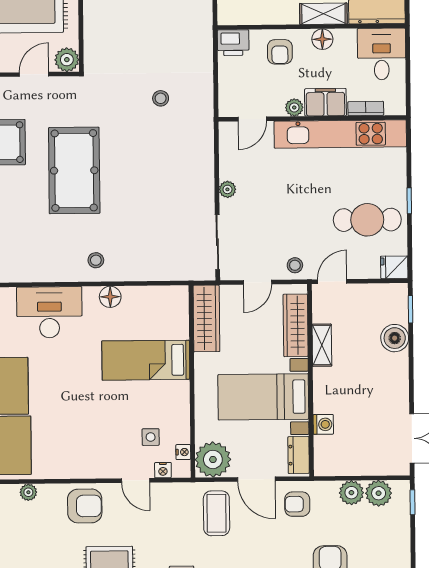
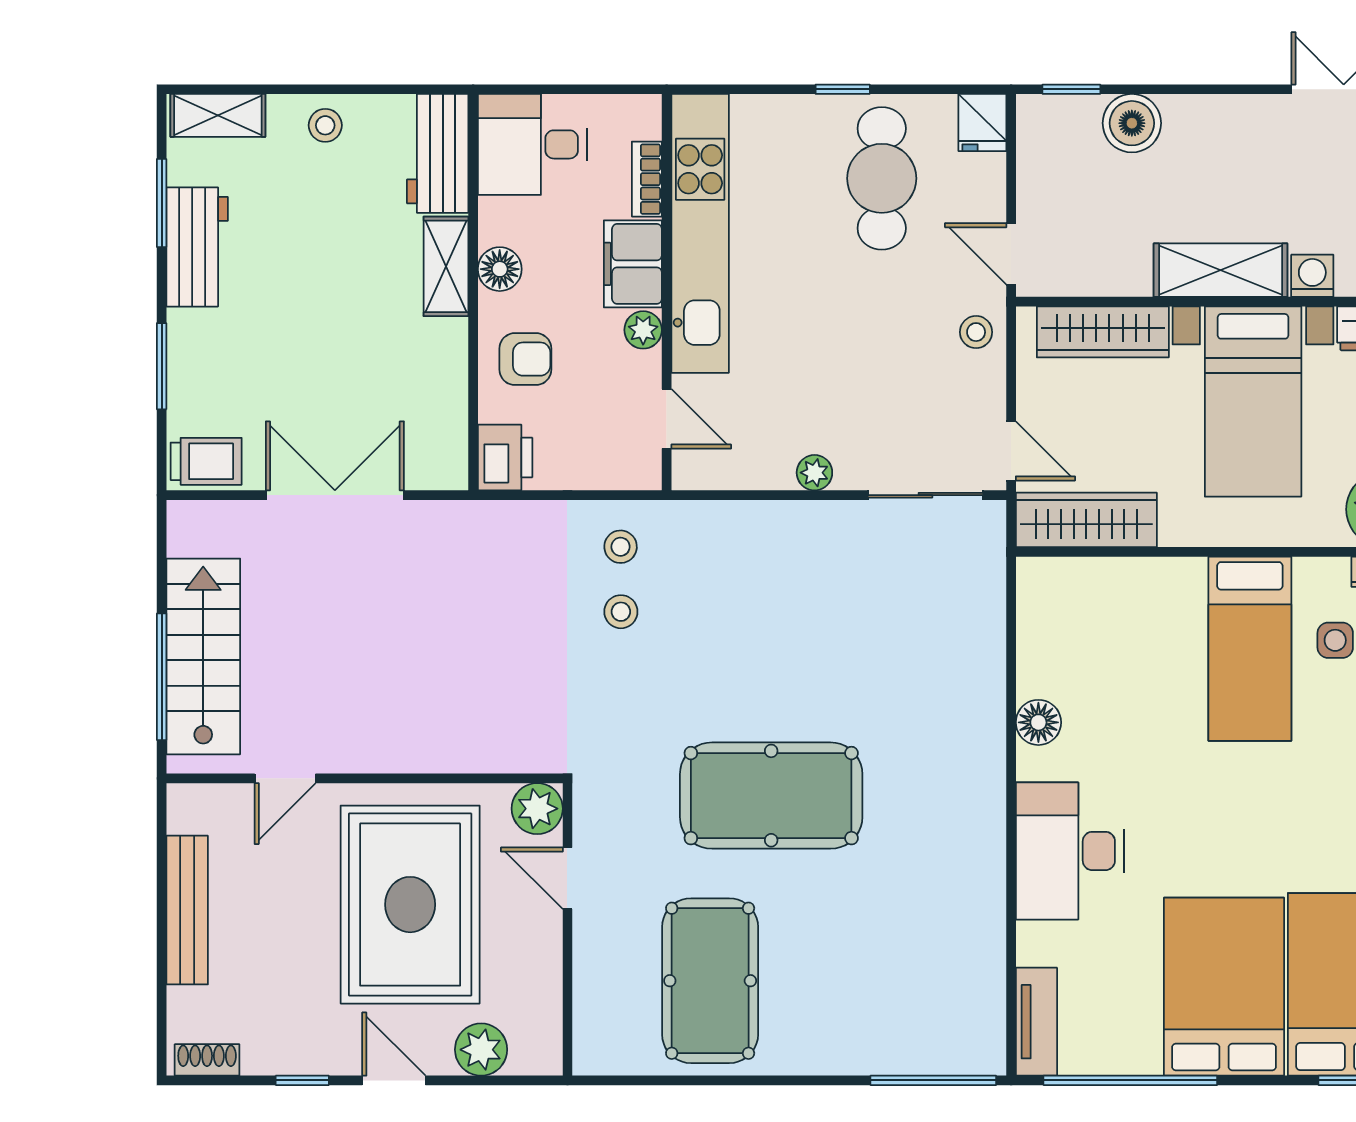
stool: (96, 260) -> (621, 547), moved
door: (257, 282) -> (1011, 451), moved
shelving: (322, 345) -> (1221, 270), moved, width x1.50, depth x1.33
bed: (146, 360) -> (1250, 649), moved

